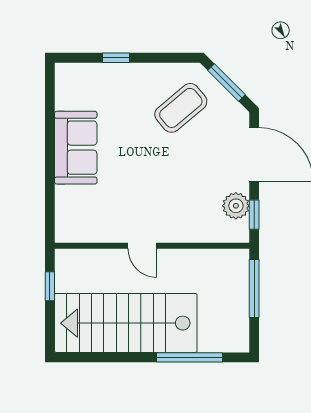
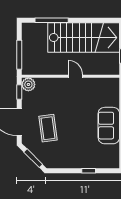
coffee table: (181, 108) -> (48, 128), moved, turned -58
plant: (236, 206) -> (28, 84), moved

